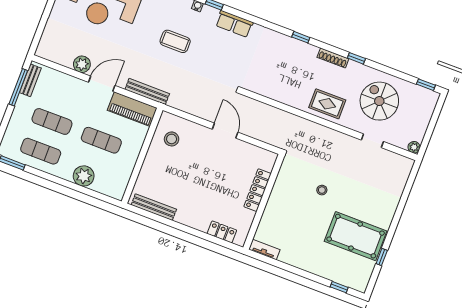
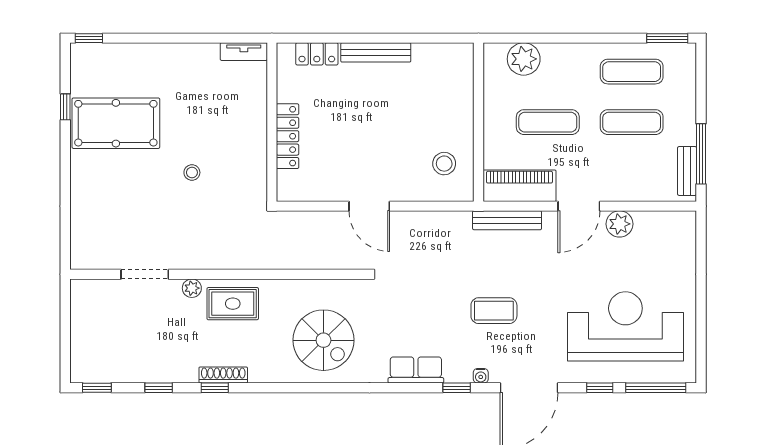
window: (301, 37) -> (159, 388), moved
shoe rack: (333, 58) -> (223, 375), moved
spiral stairs: (379, 101) -> (323, 340), moved
doorway: (372, 141) -> (145, 274), width x1.38
plant: (414, 147) -> (192, 288), moved
plant: (84, 176) -> (524, 59), moved
bench: (154, 207) -> (376, 52), moved
window: (339, 287) -> (89, 38), moved

